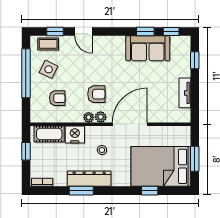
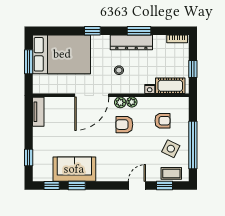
door: (83, 31) -> (137, 186), hinge flipped
tv unit: (185, 93) -> (38, 112), moved
armchair: (57, 98) -> (162, 121), turned 180
nightstand: (75, 134) -> (150, 89), width x0.53, depth x0.56
window: (150, 191) -> (92, 31), moved

